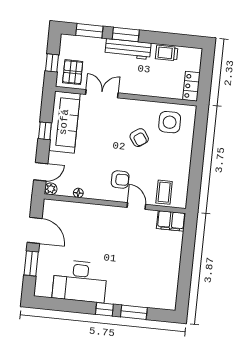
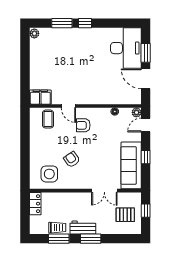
window: (89, 31) -> (59, 239), moved
workbench: (128, 49) -> (83, 228), width x0.73
pallet: (73, 72) -> (125, 215), moved, turned 90
desk: (80, 281) -> (126, 48), moved, turned 90
plant: (170, 303) -> (34, 33), added

